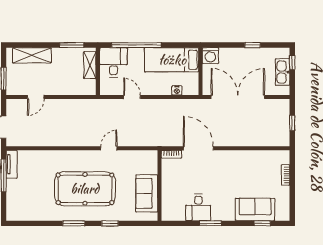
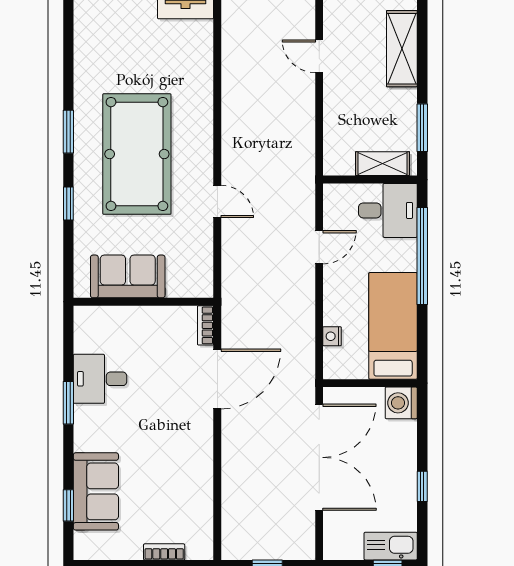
kitchen sink: (283, 72) -> (391, 546), moved

